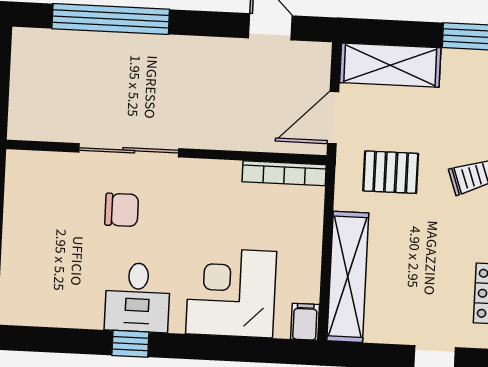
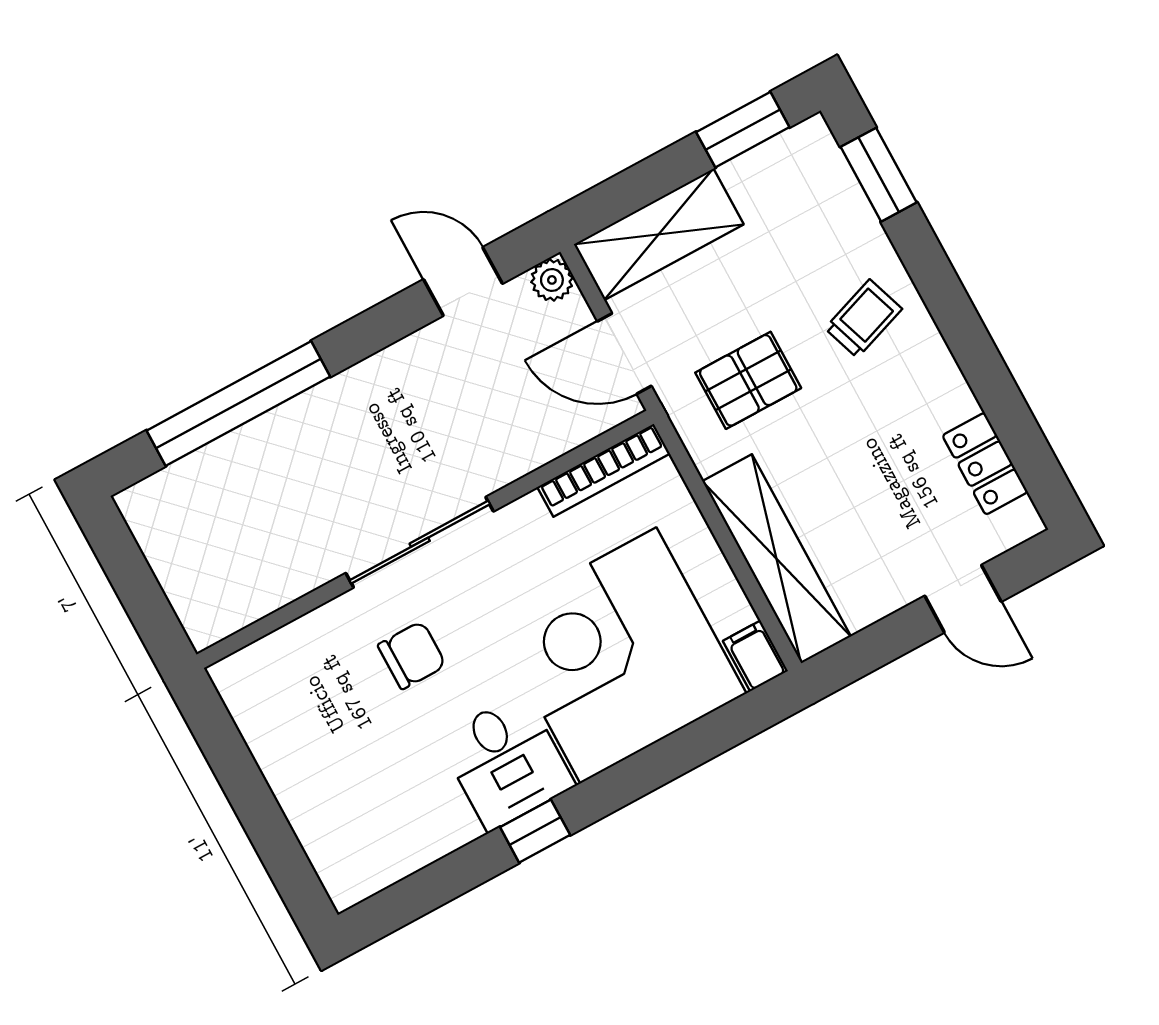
plant: (318, 55) -> (552, 280), added
door: (333, 118) -> (624, 354), hinge flipped
sliding door: (129, 150) -> (420, 542), moved
corner desk: (231, 293) -> (618, 655), width x1.36, depth x1.36

